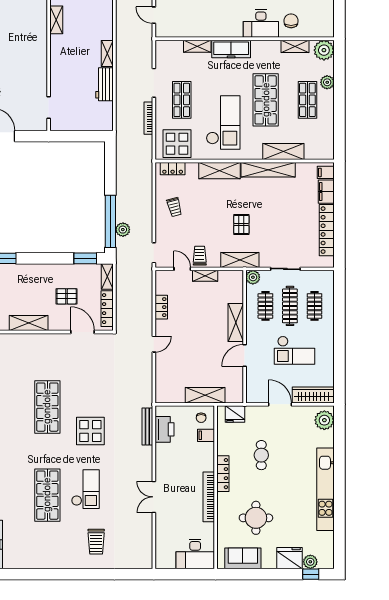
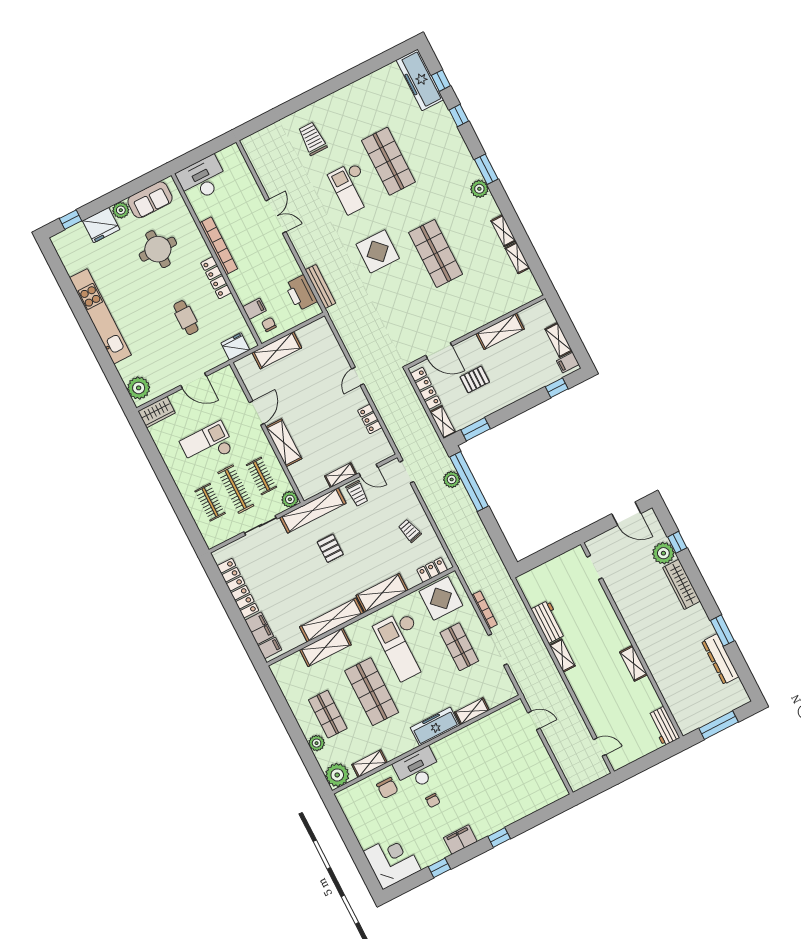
shelving: (240, 260) -> (313, 510), width x1.47
wardrobe: (313, 395) -> (157, 412), width x0.67
plant: (310, 562) -> (121, 210), moved

